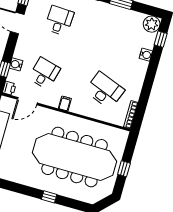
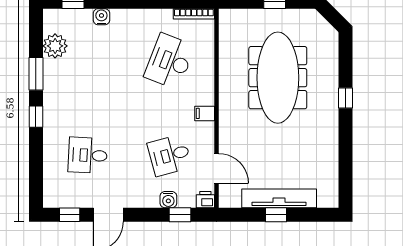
plant: (152, 24) -> (55, 46), moved
desk: (44, 73) -> (170, 155), turned -30
meeting table: (75, 157) -> (278, 78), width x0.73, depth x0.79

